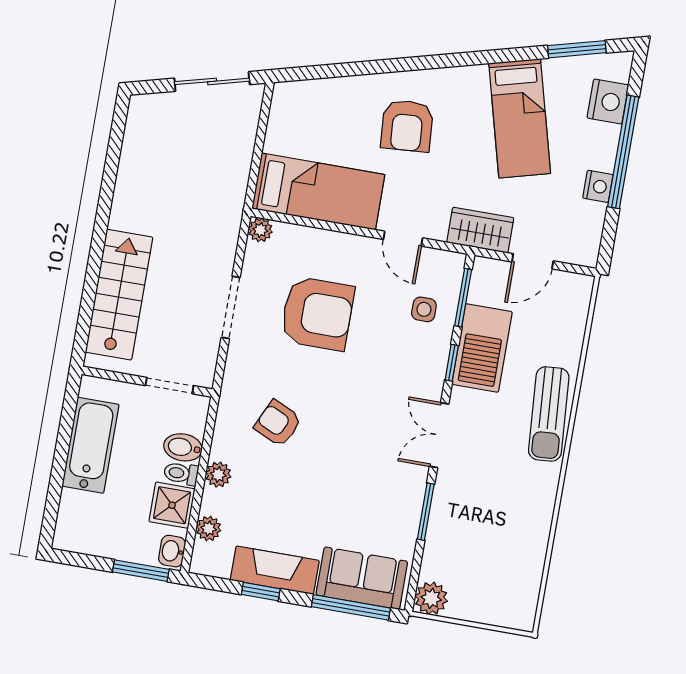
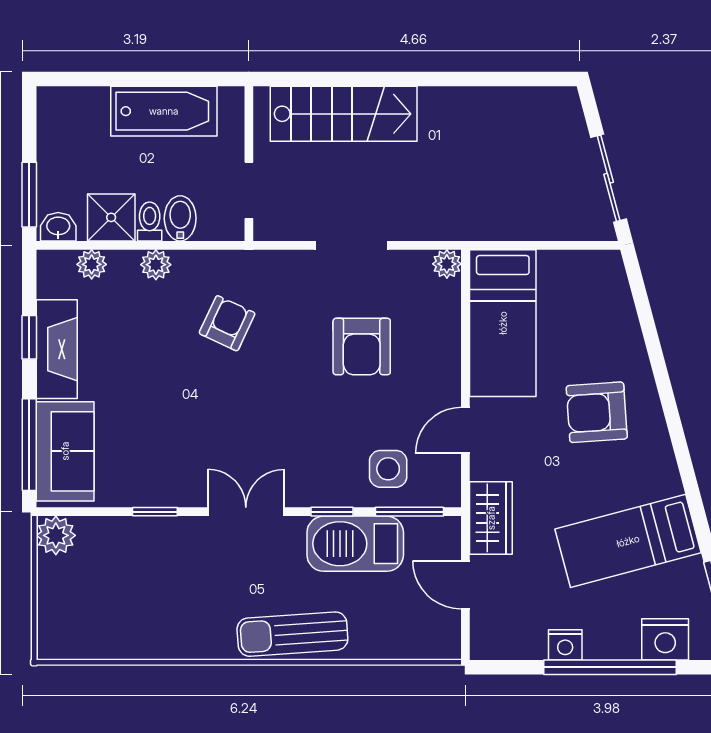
side table: (424, 309) -> (388, 469), width x1.37, depth x1.37
armchair: (317, 314) -> (362, 346), width x0.73, depth x0.73
window: (426, 512) -> (155, 512), width x0.67

